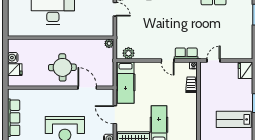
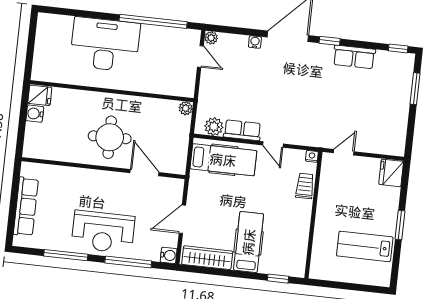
row of seats: (186, 54) -> (242, 130), moved
fridge: (15, 70) -> (40, 95), moved
hospital bed: (126, 83) -> (223, 160), moved, turned -90
door: (115, 115) -> (182, 219), hinge flipped

